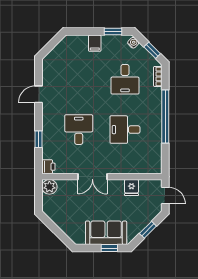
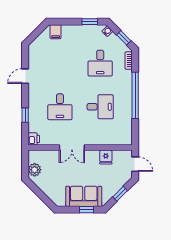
filing cabinet: (95, 43) -> (56, 32), moved
desk: (79, 130) -> (60, 107), turned 180
desk: (125, 130) -> (100, 107), turned 180
plant: (49, 187) -> (35, 170), moved

